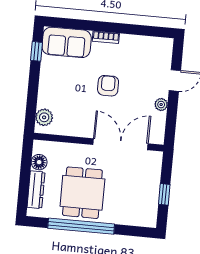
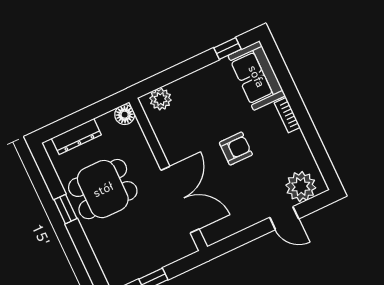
plant: (161, 105) -> (301, 187), moved, width x1.87, depth x1.87
floor lamp: (39, 162) -> (125, 115), moved
window: (81, 226) -> (65, 209), width x0.32

